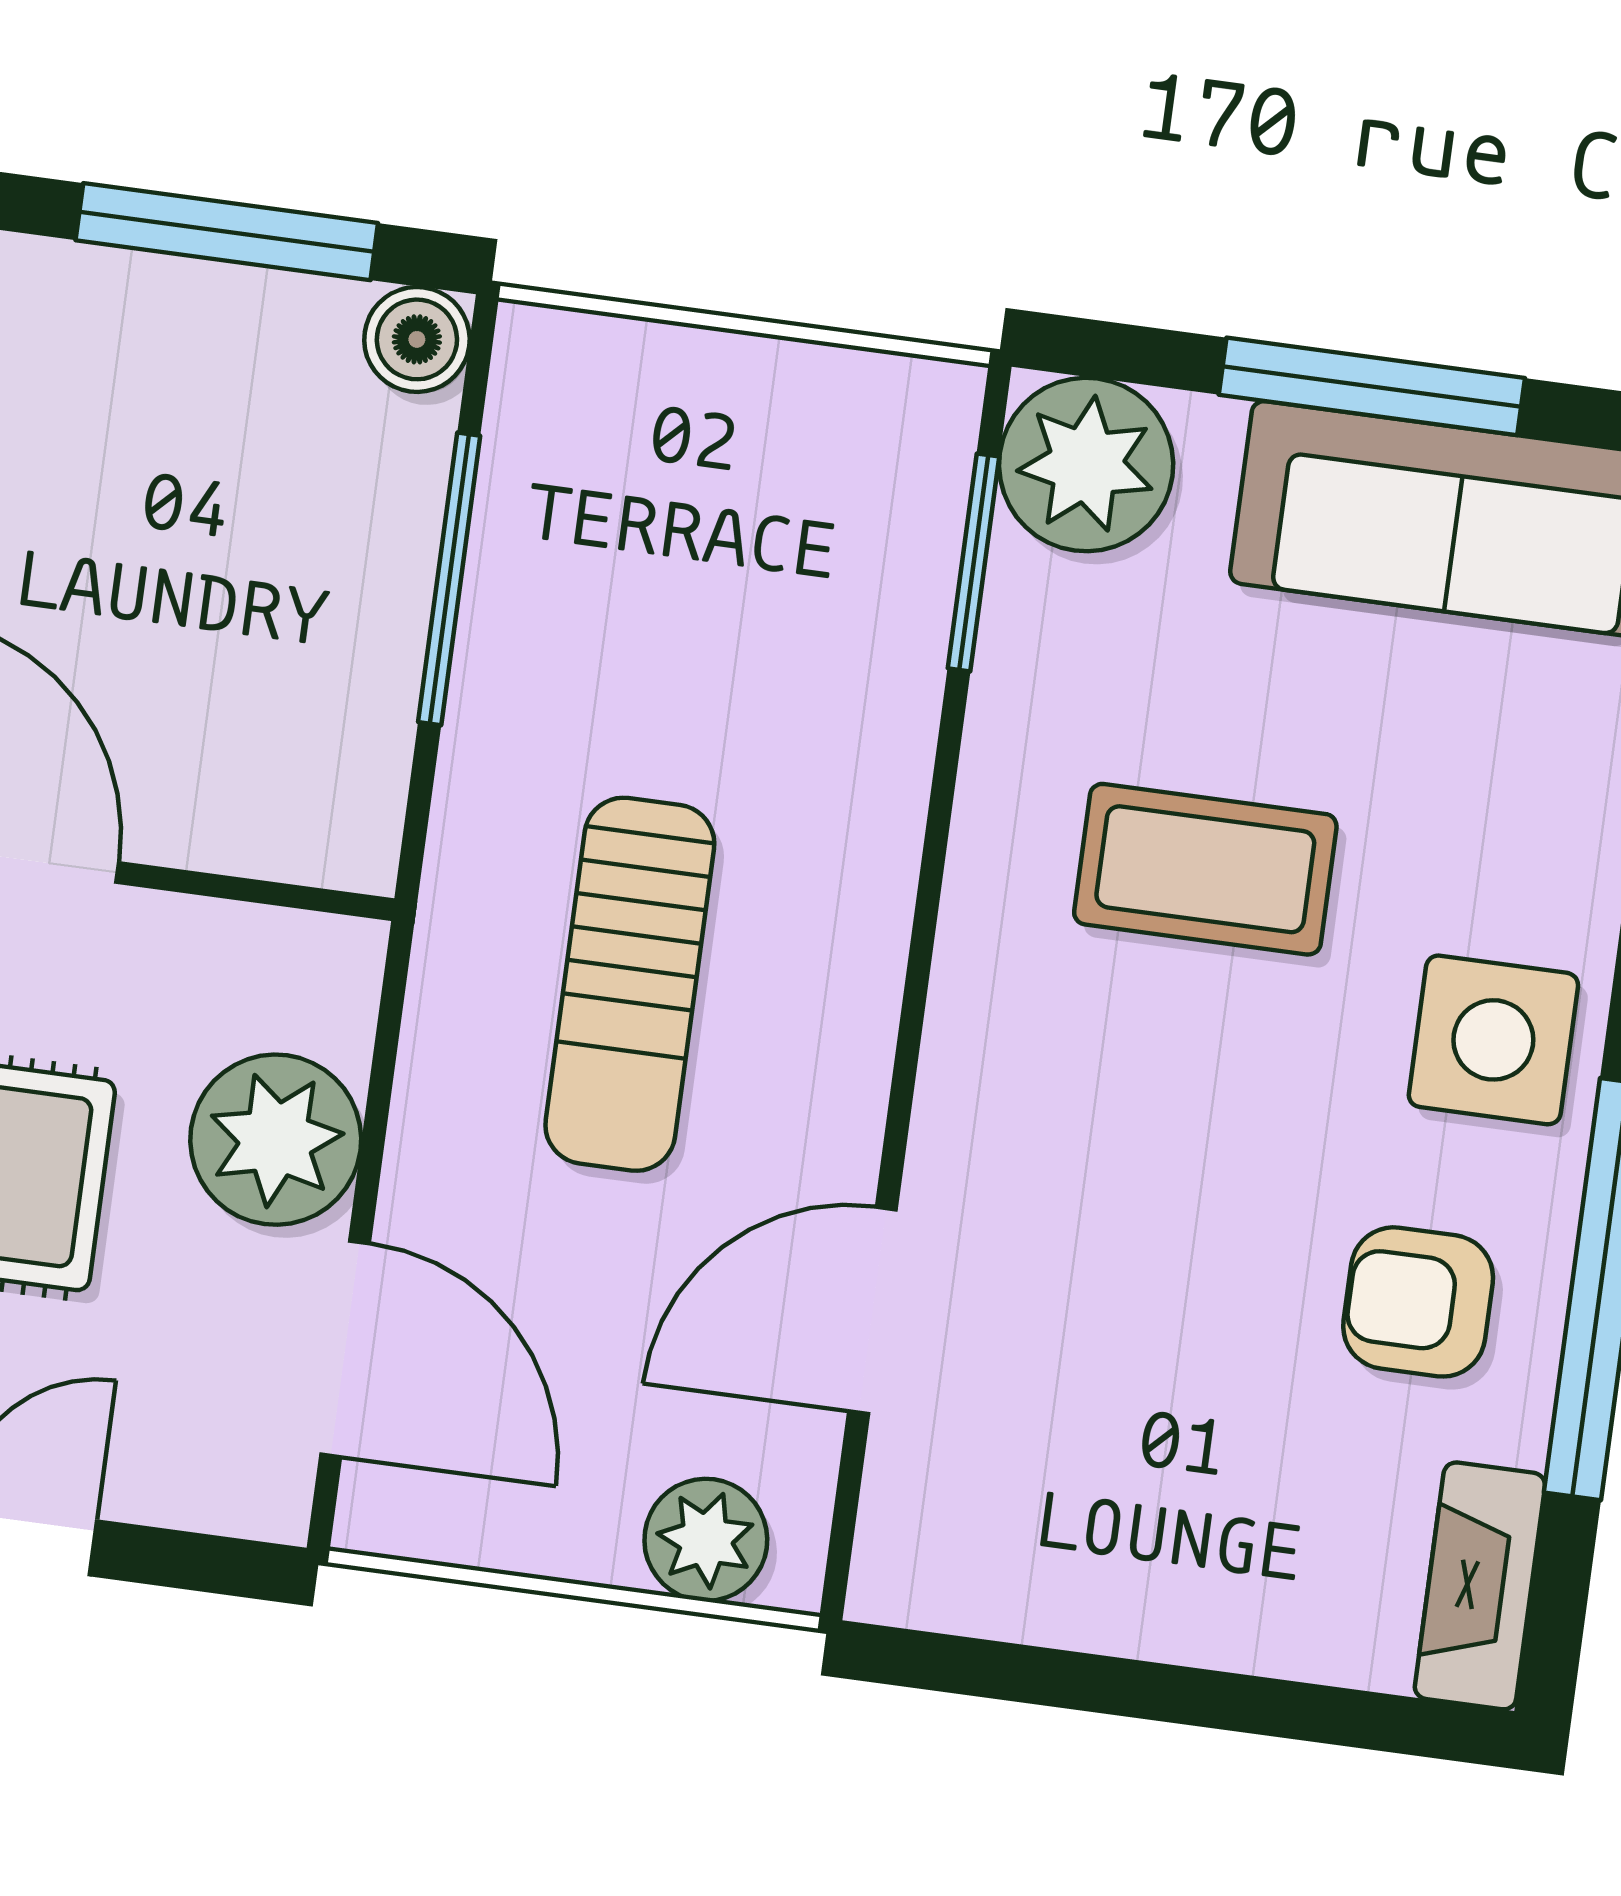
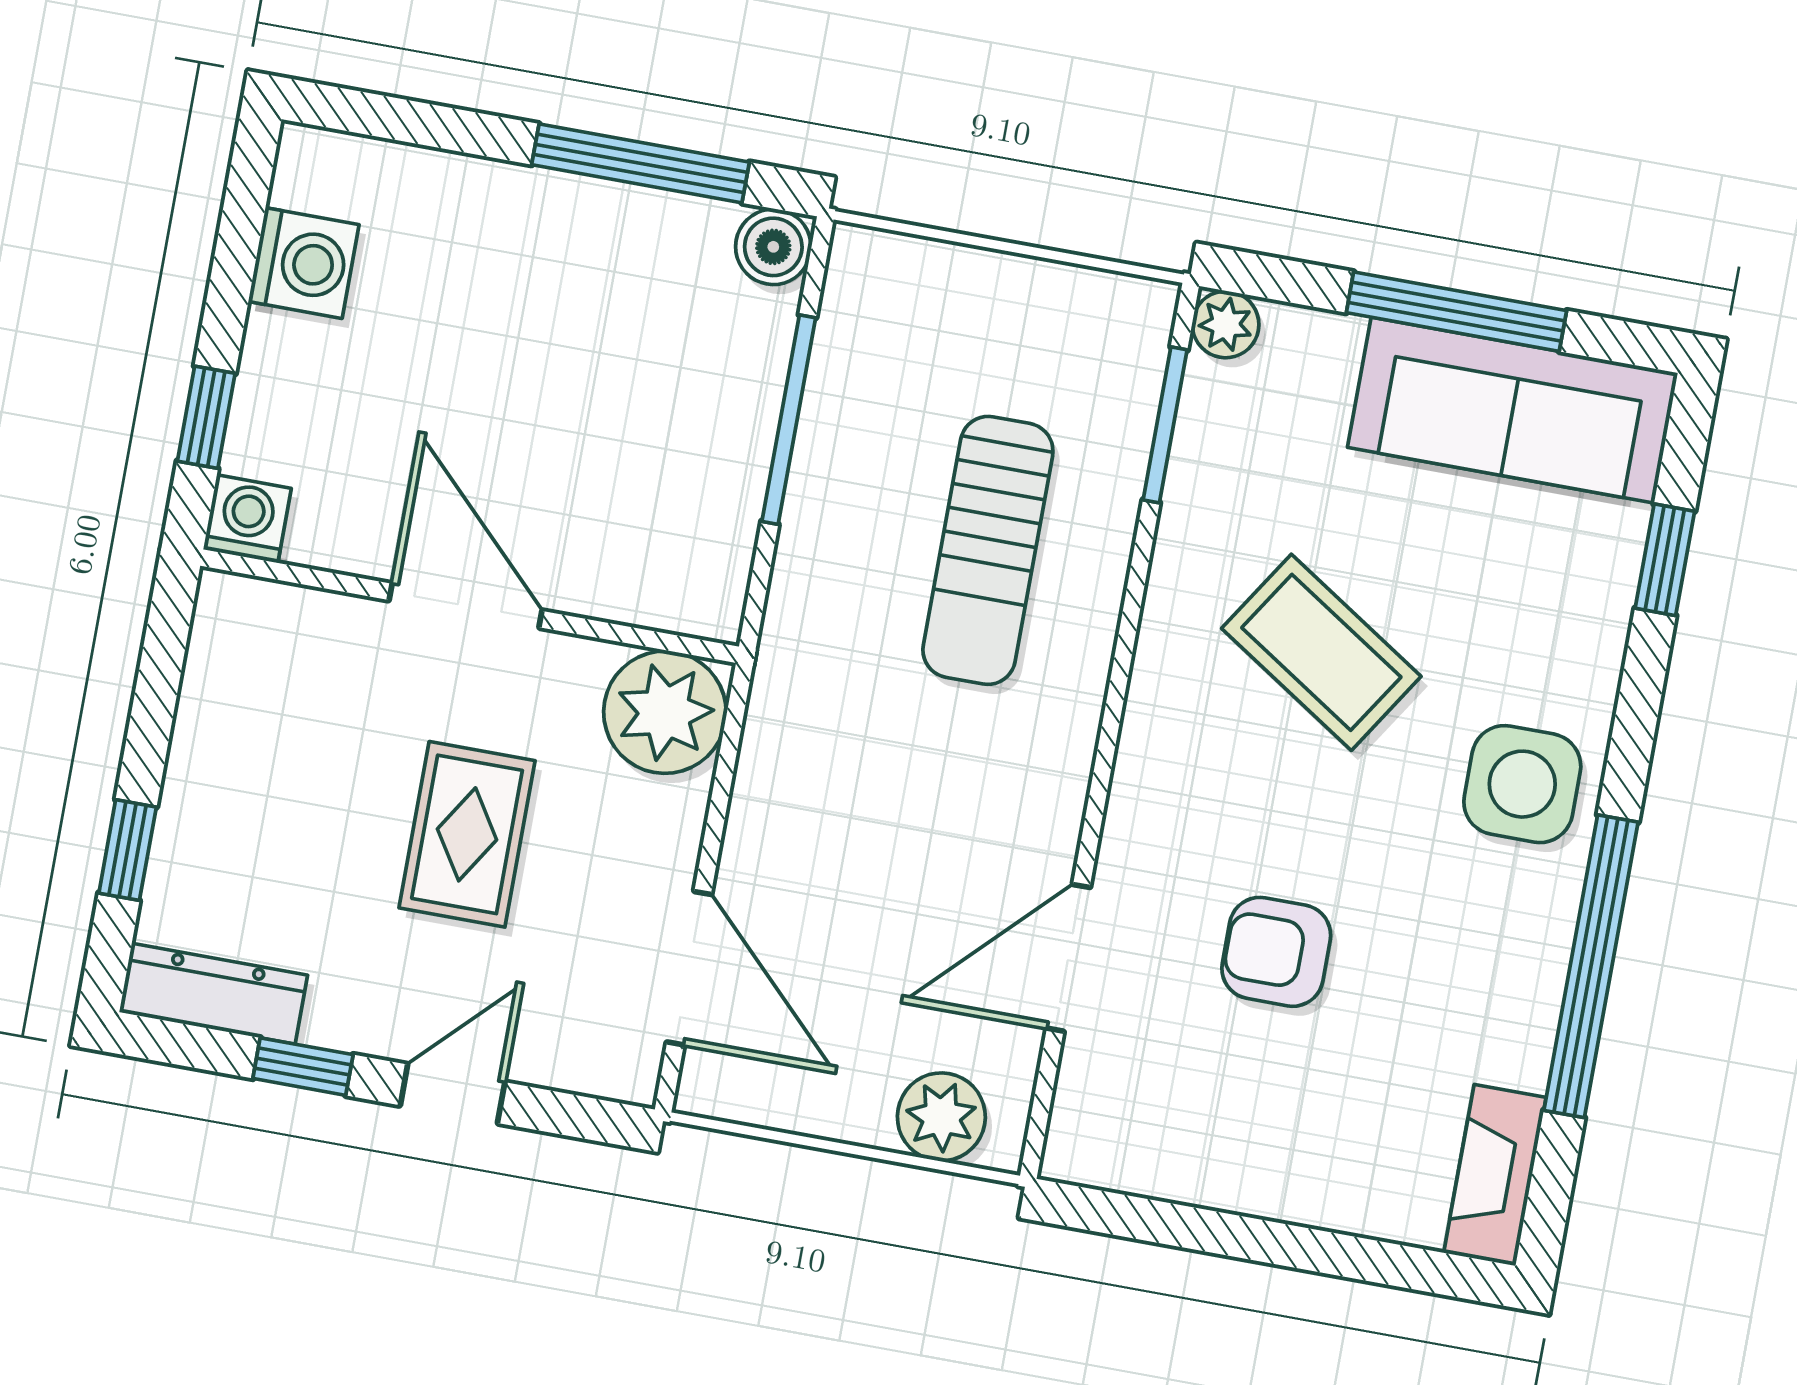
plant: (1086, 465) -> (1226, 324), width x0.53, depth x0.53
coffee table: (1205, 869) -> (1321, 652), turned 33
sun lounger: (630, 984) -> (988, 550), moved
plant: (276, 1140) -> (665, 712), moved
armchair: (1418, 1302) -> (1276, 952), moved

